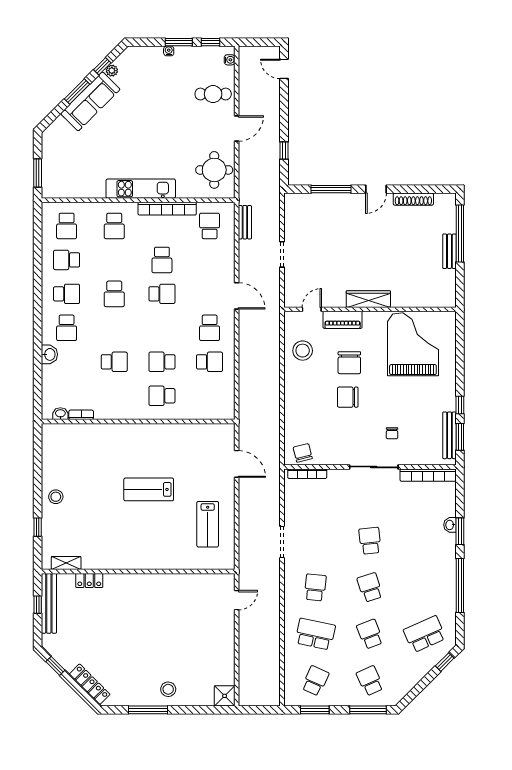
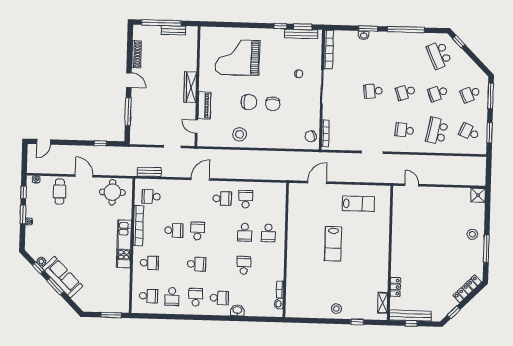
wardrobe: (368, 299) -> (190, 87), moved
door: (312, 309) -> (196, 127), moved
wall: (370, 309) -> (198, 86), moved
piano: (343, 320) -> (204, 106), moved

